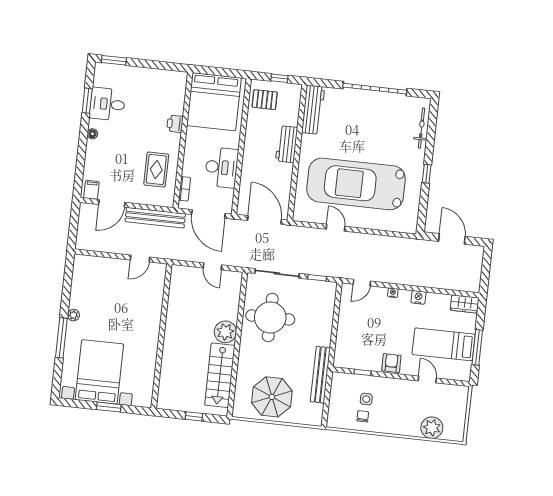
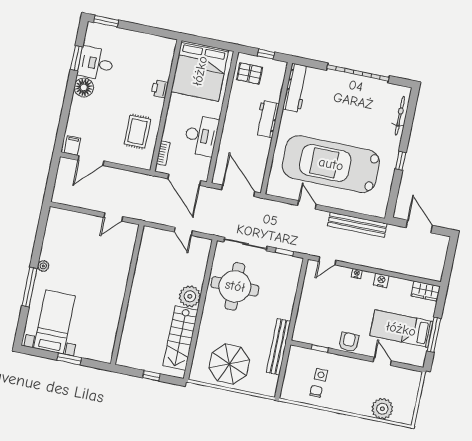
floor lamp: (92, 134) -> (84, 87), width x1.89, depth x1.89
bench: (155, 218) -> (357, 225), moved
bed with nightstands: (99, 372) -> (54, 322), width x0.73

